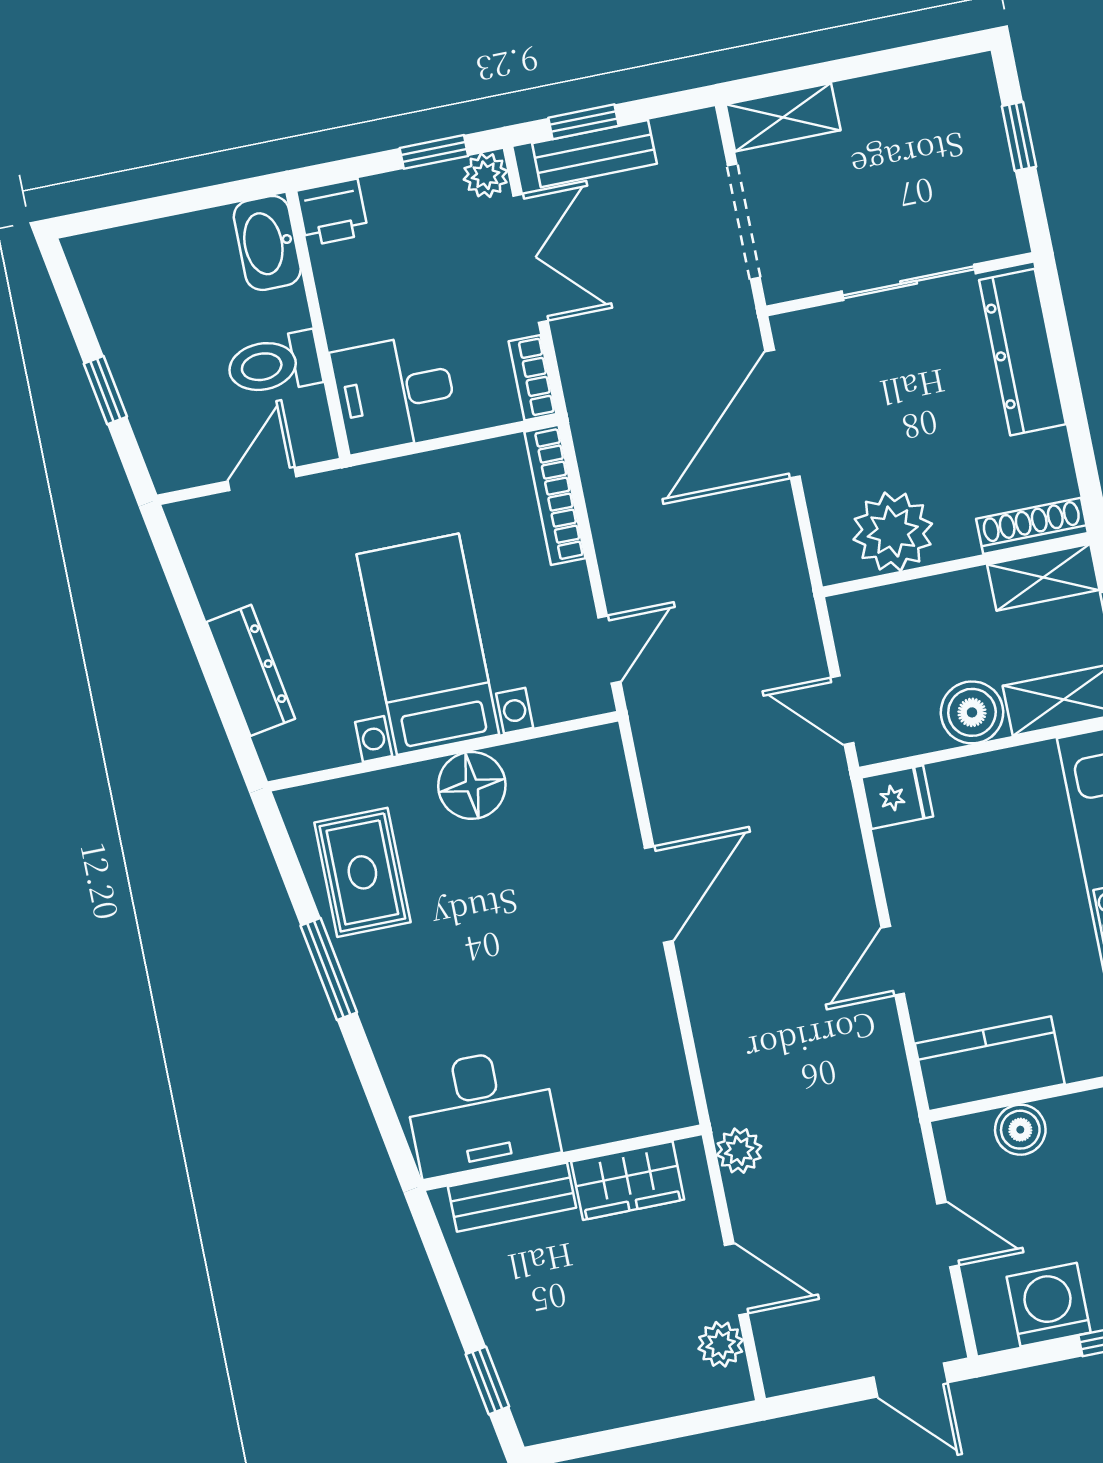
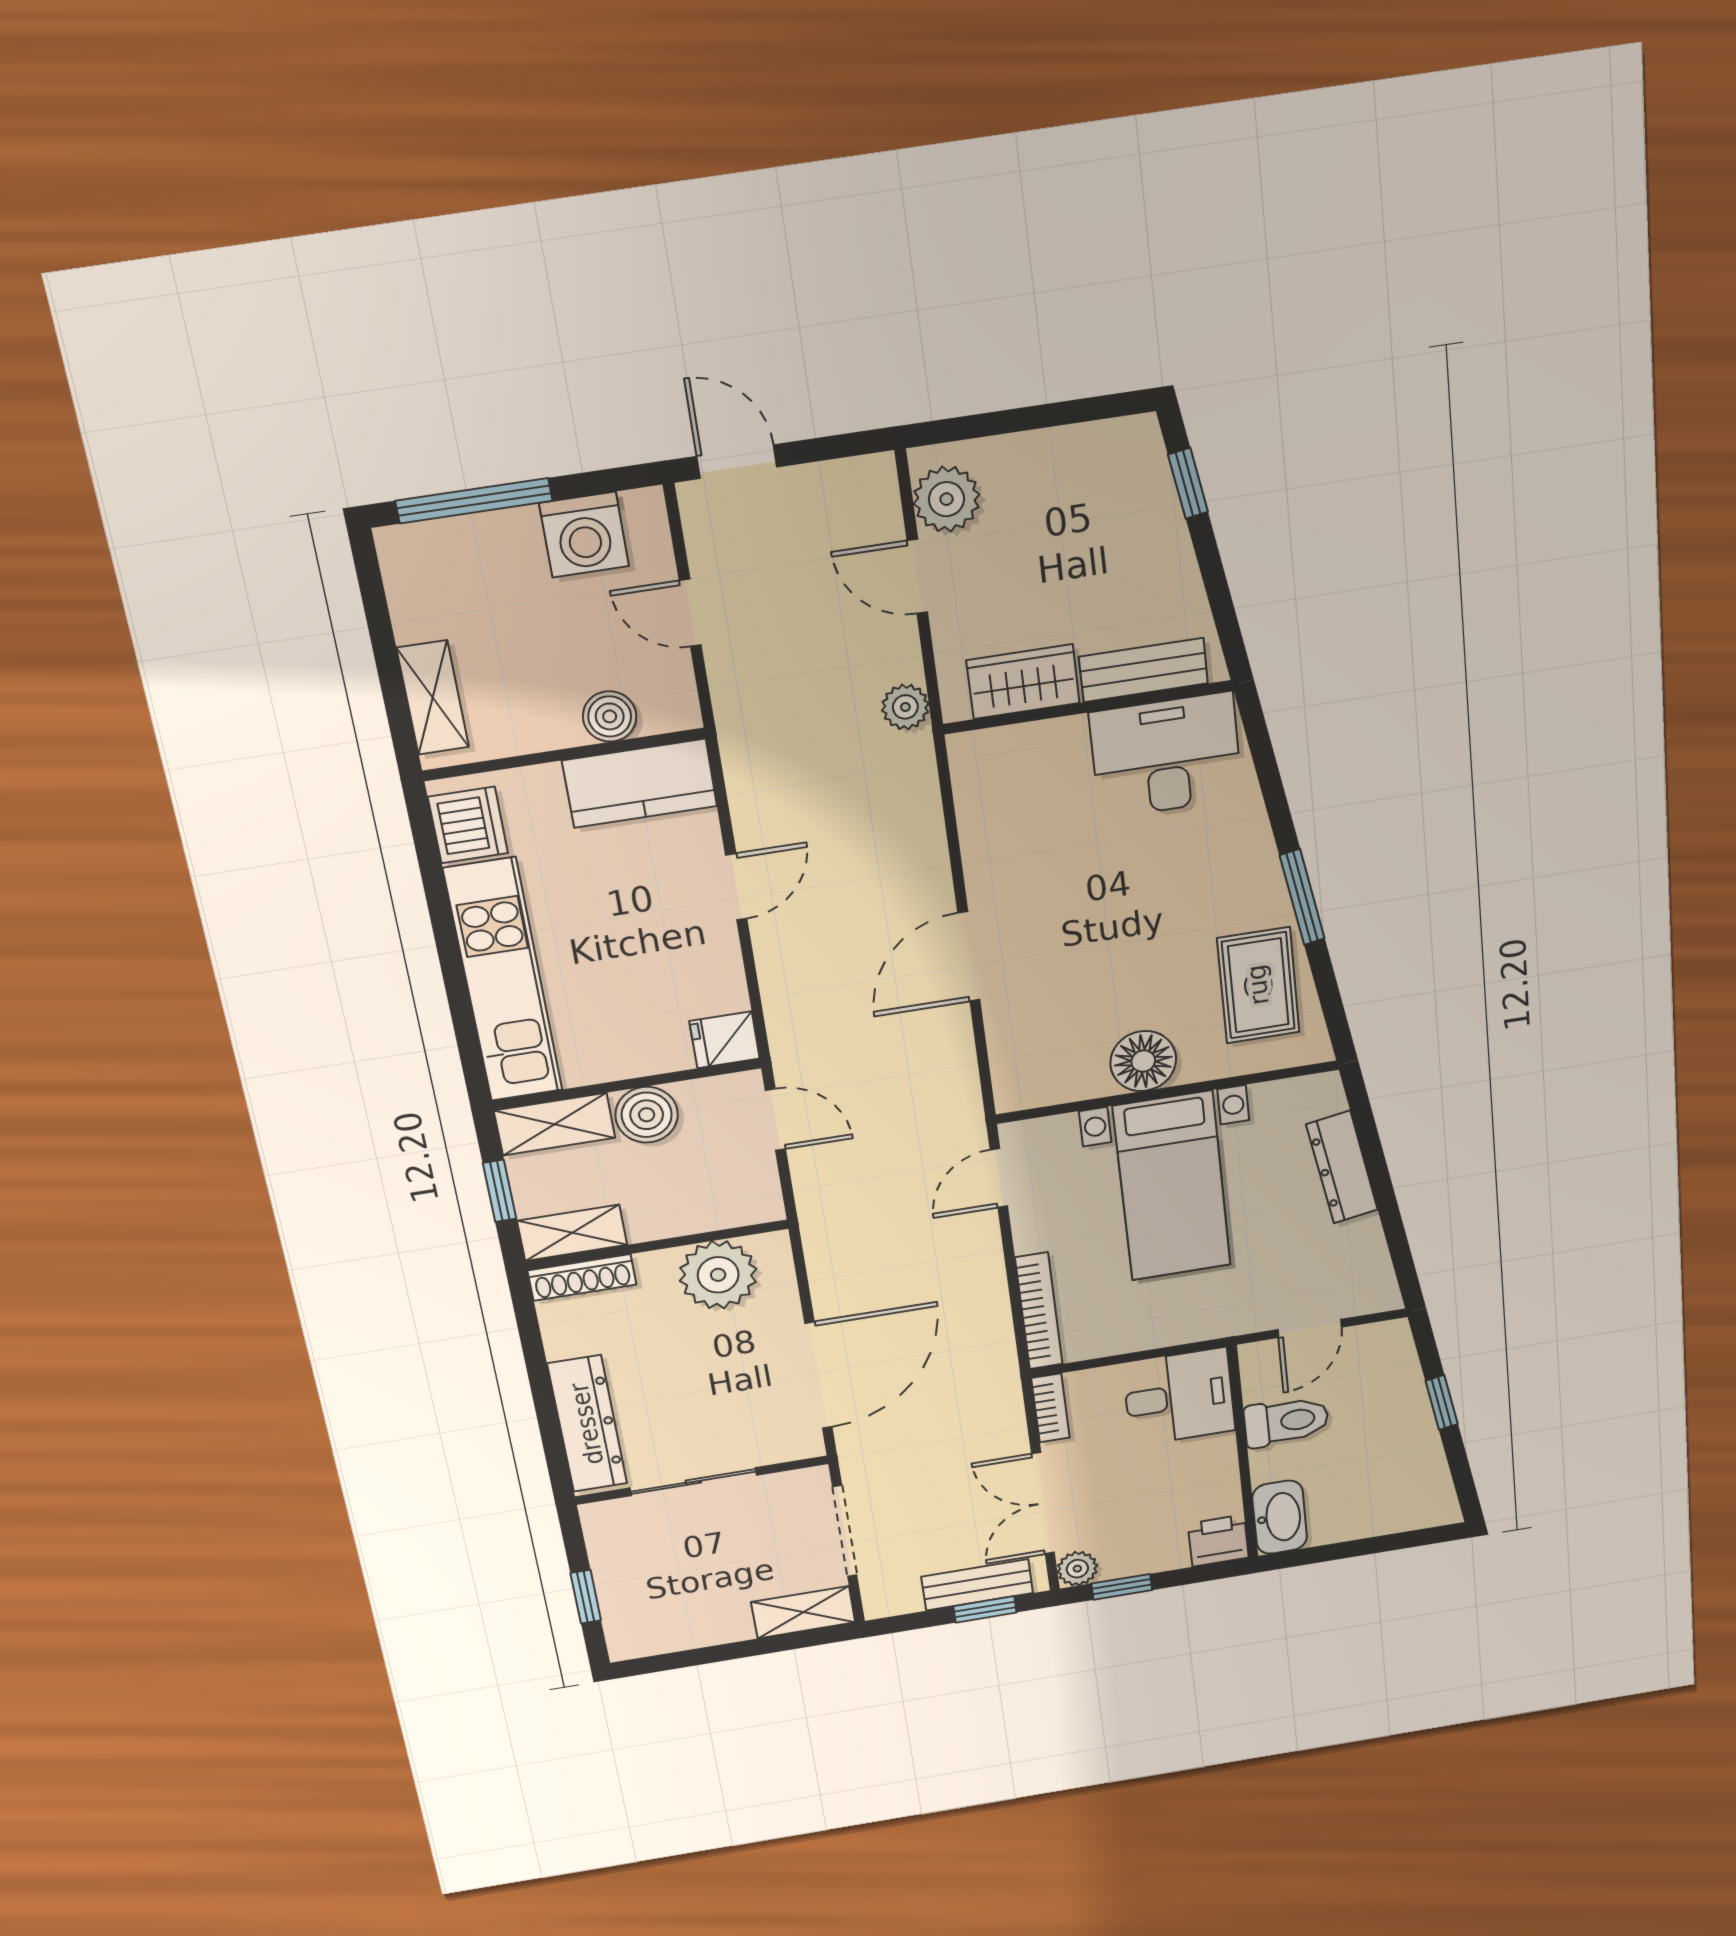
plant: (721, 1344) -> (947, 499), width x1.38, depth x1.38

